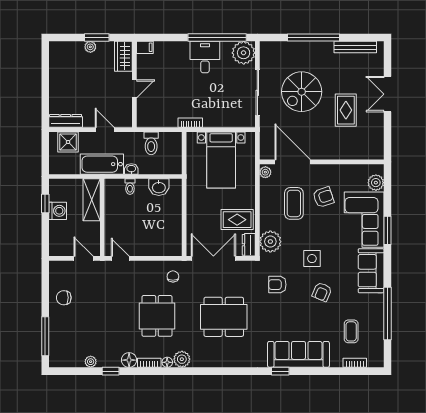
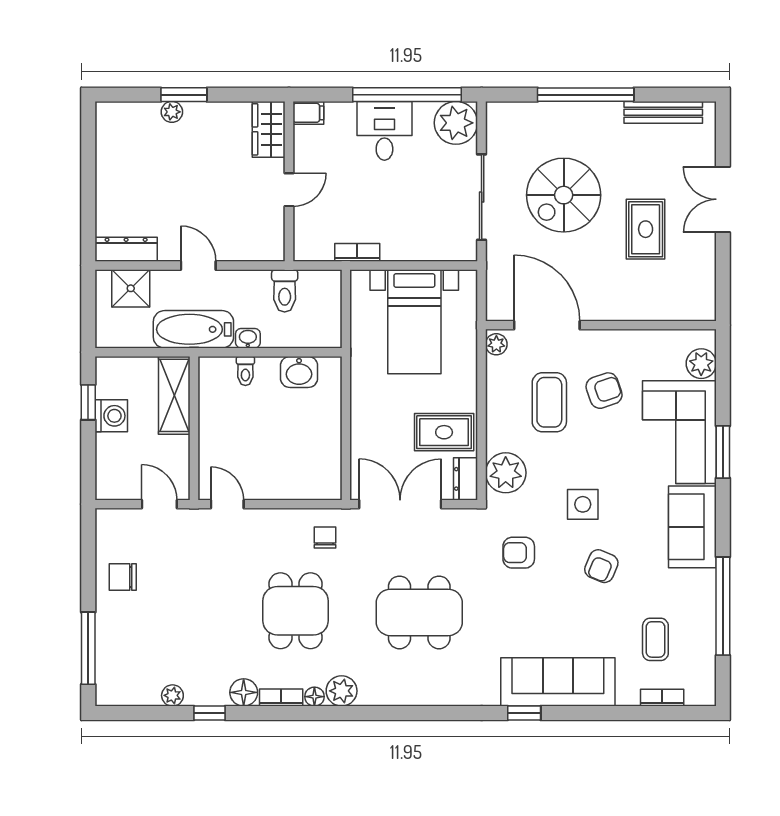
filing cabinet: (145, 47) -> (308, 113), moved
wardrobe: (123, 56) -> (269, 129), moved
wall: (134, 84) -> (289, 181), moved
door: (134, 89) -> (289, 190), moved

